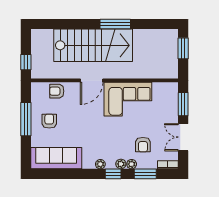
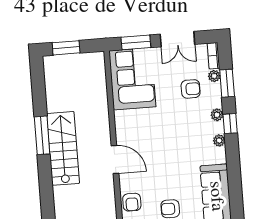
stairs: (93, 45) -> (63, 148), width x0.73, depth x0.66
corner sofa: (128, 99) -> (132, 79), moved
plant: (132, 164) -> (214, 76), moved

